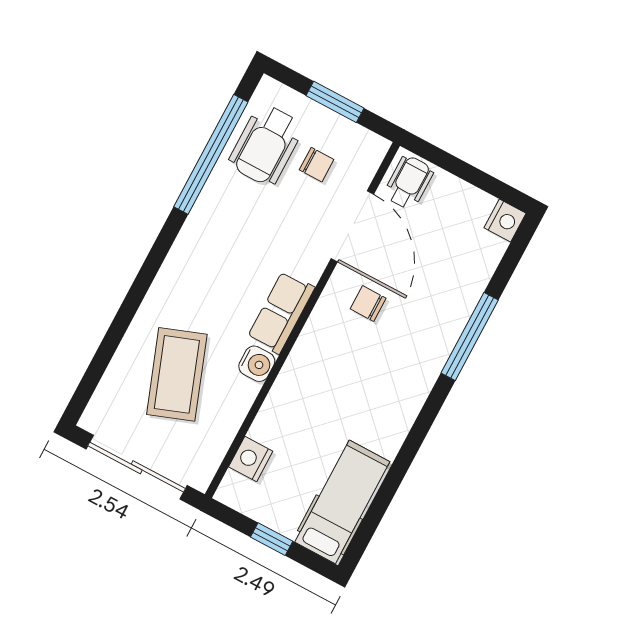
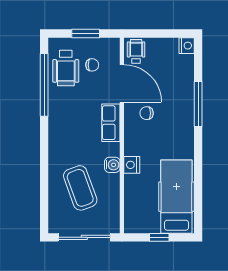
row of seats: (281, 312) -> (111, 123), moved
nightstand: (251, 459) -> (132, 165), moved
hospital bed: (342, 502) -> (176, 197), width x1.37, depth x1.29

